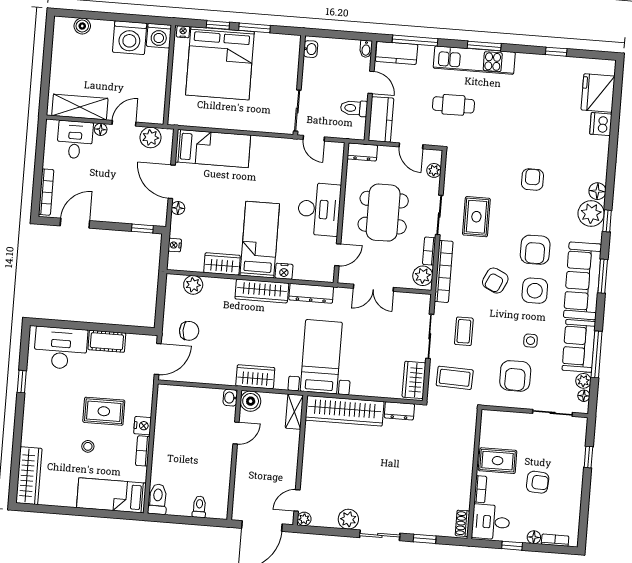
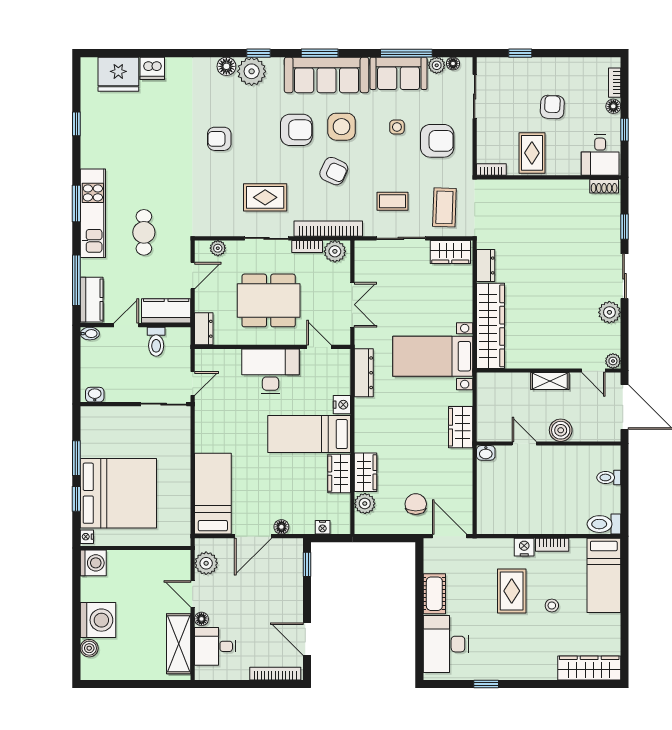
washing machine: (130, 38) -> (98, 620), moved
wardrobe: (262, 291) -> (366, 472), moved, width x0.67
boiler: (251, 401) -> (561, 430), moved
shelving: (294, 412) -> (550, 381), moved
bookcase: (480, 489) -> (491, 169), moved

